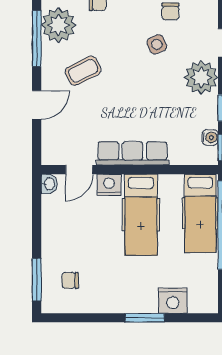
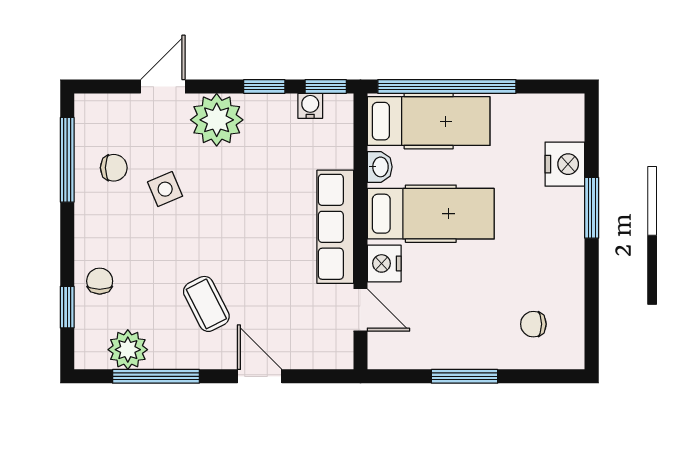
plant: (59, 25) -> (128, 350), width x0.73, depth x0.73
washbasin: (49, 184) -> (380, 167), moved, turned 90
window: (37, 280) -> (465, 376), moved
chair: (70, 280) -> (533, 324), turned 90

